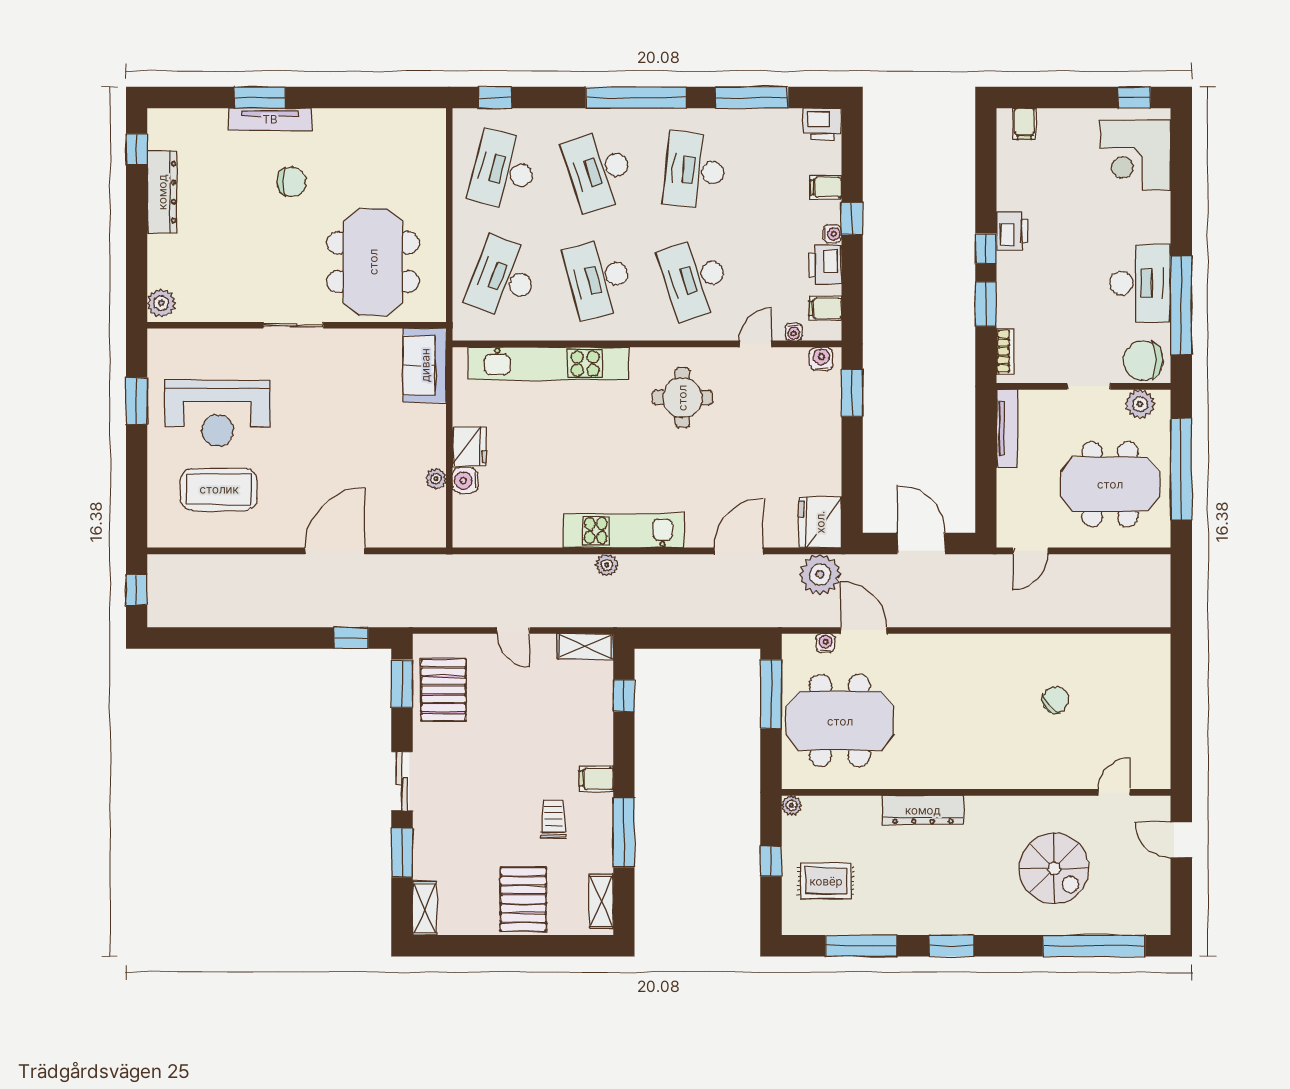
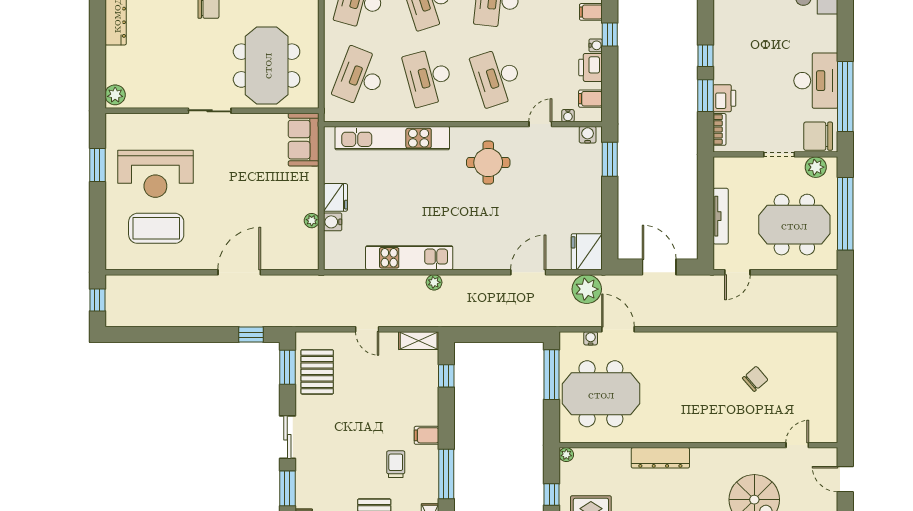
printer: (1012, 231) -> (724, 98), moved
tv unit: (1007, 428) -> (721, 216), moved
kitchen unit: (624, 531) -> (409, 258), moved

